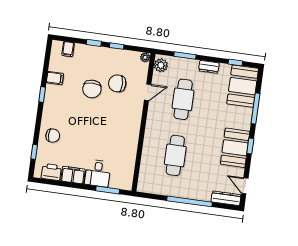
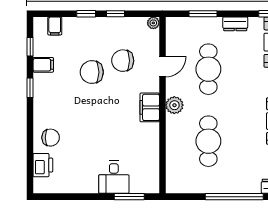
plant: (161, 65) -> (174, 105), moved
chair: (92, 89) -> (92, 72), turned 90
window: (34, 152) -> (30, 47), moved
printer: (51, 172) -> (43, 165), moved, turned 90
filing cabinet: (73, 175) -> (150, 107), moved, turned -90

